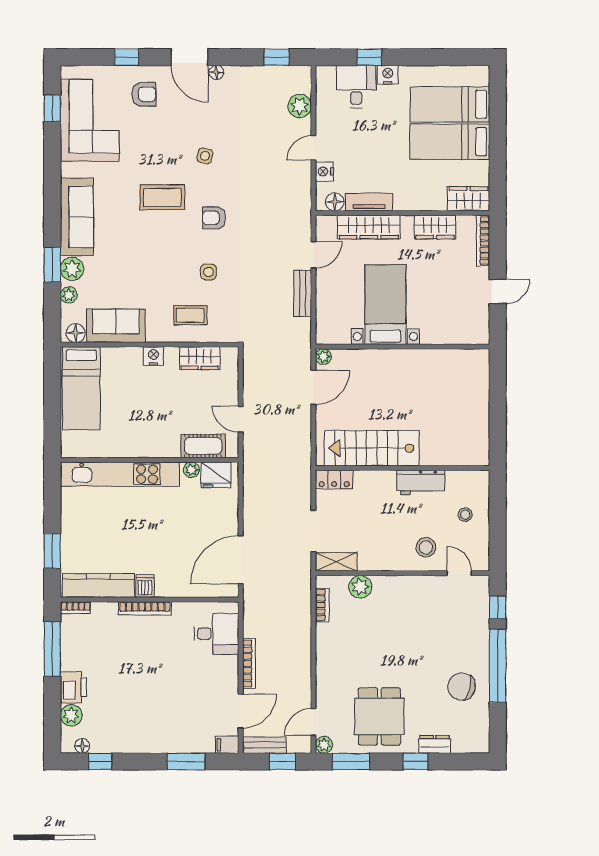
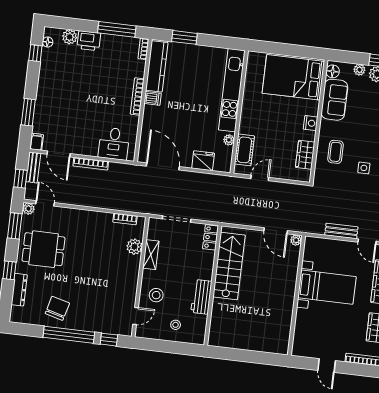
bed: (81, 388) -> (293, 77), width x1.50
fridge: (216, 475) -> (203, 161), moved, turned 90
shelving: (336, 562) -> (151, 255), moved
dresser: (435, 744) -> (19, 290), width x1.44

